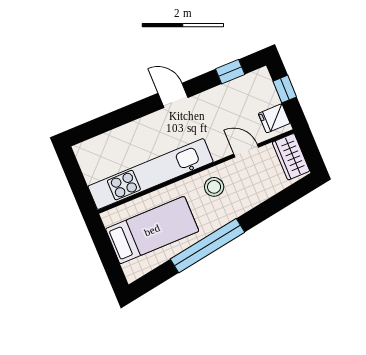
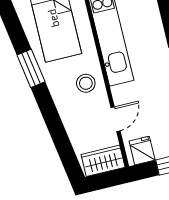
window: (208, 246) -> (31, 68), width x0.47

